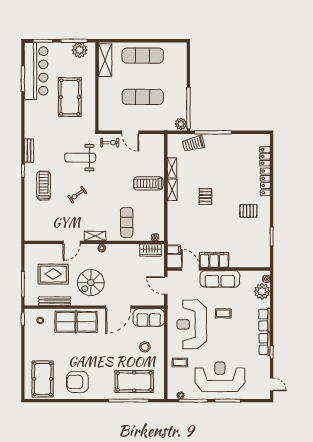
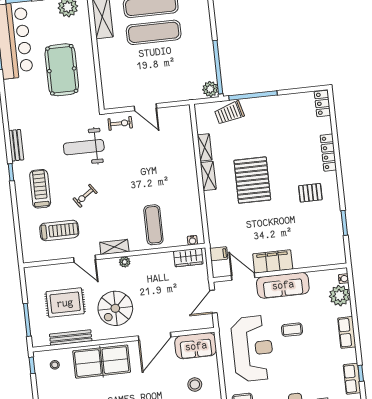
exercise mat: (143, 97) -> (154, 32), moved
locker: (265, 156) -> (322, 103), moved
treadmill: (148, 183) -> (59, 230), moved, turned 180
pallet: (205, 197) -> (252, 180), width x2.05, depth x2.00
door: (72, 242) -> (85, 259), hinge flipped
door: (166, 286) -> (213, 302), hinge flipped
reception desk: (192, 324) -> (253, 349), turned 180
row of seats: (265, 344) -> (352, 379), moved

